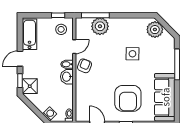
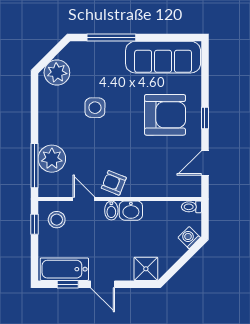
window: (20, 81) -> (68, 284), moved

